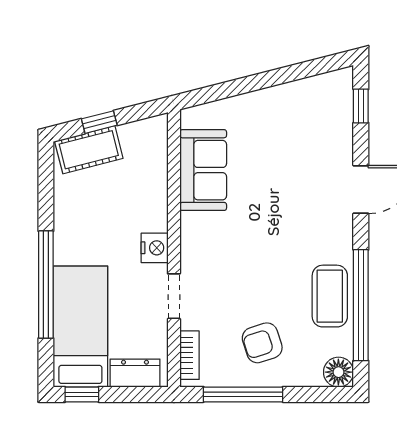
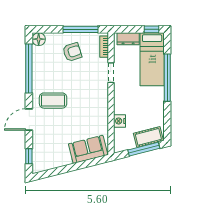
window: (99, 122) -> (144, 149), width x2.17
sofa: (203, 170) -> (88, 149), moved, turned 76
nightstand: (155, 248) -> (119, 121), moved
coffee table: (330, 296) -> (53, 101), moved, turned 90

